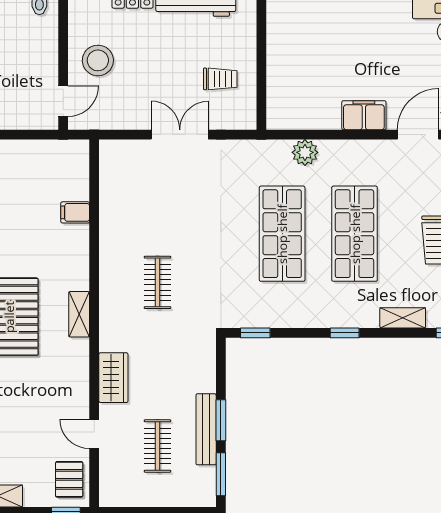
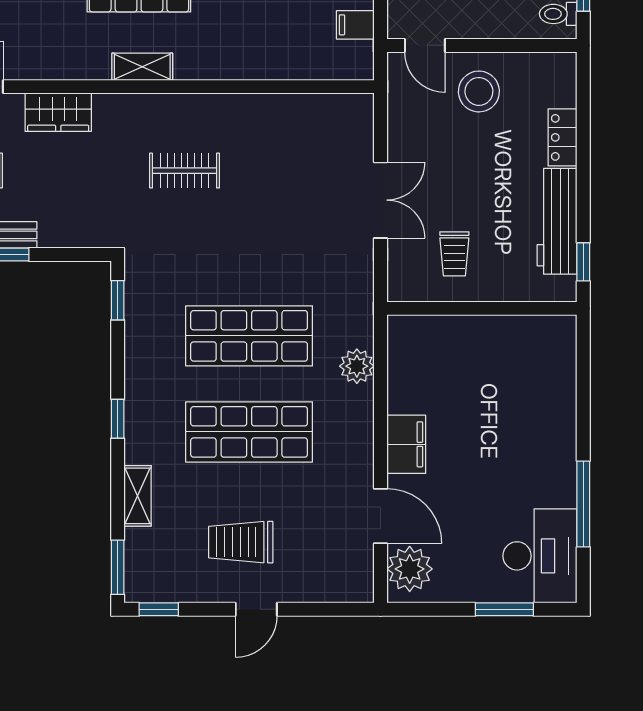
filing cabinet: (75, 212) -> (355, 25), moved, turned -90

